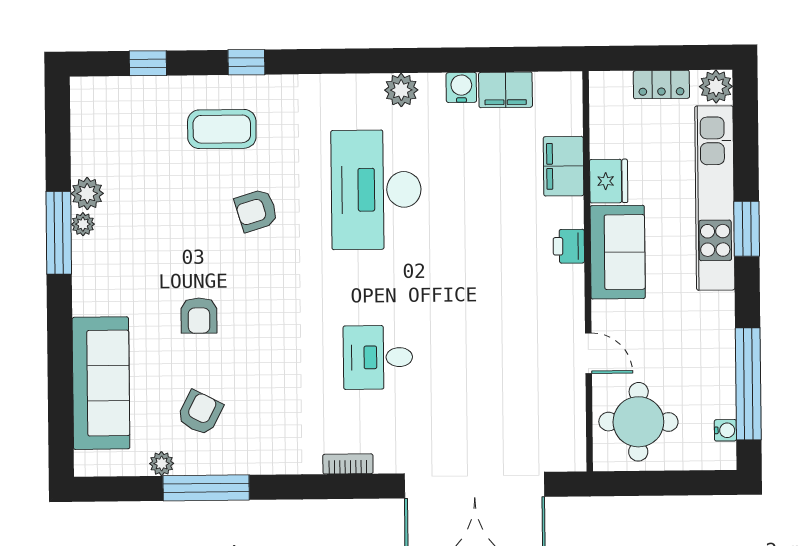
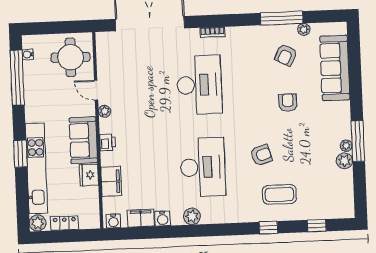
water cooler: (562, 85) -> (113, 221), added
plant: (572, 310) -> (105, 111), added
desk: (378, 357) -> (199, 85), width x1.87, depth x1.30

